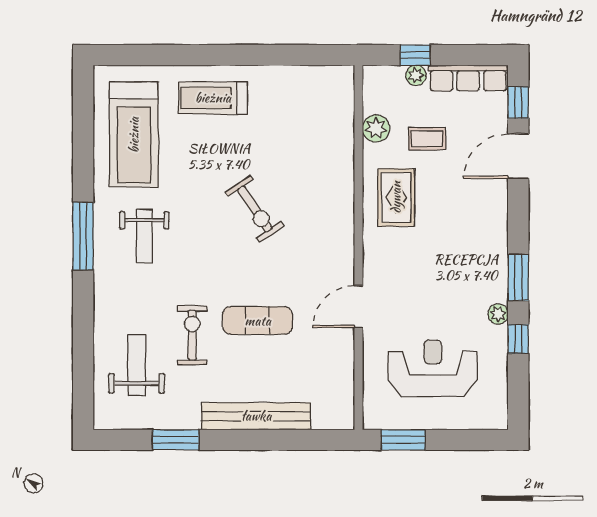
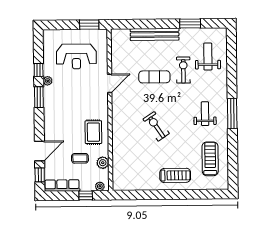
plant: (416, 75) -> (100, 186), moved
treadmill: (134, 135) -> (210, 159), width x0.73, depth x0.73
exercise bike: (192, 335) -> (183, 70), turned 180
weight bench: (137, 365) -> (208, 57), turned 180

